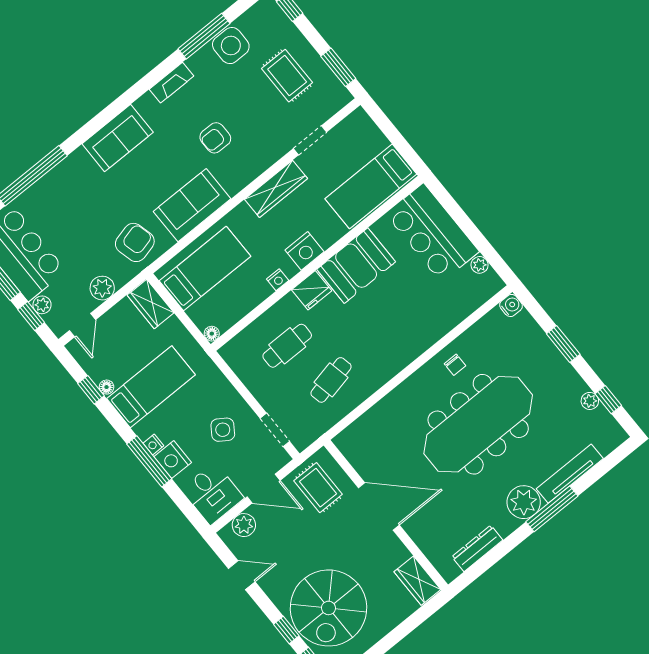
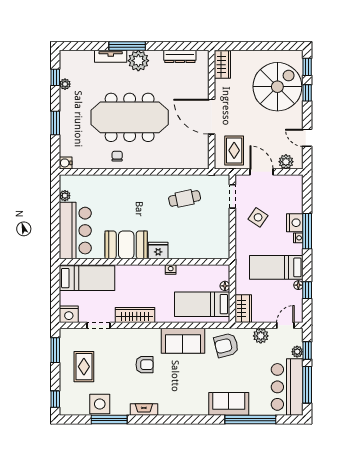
sofa: (118, 138) -> (229, 404), moved
nightstand: (305, 251) -> (69, 314), moved, turned 180
floor lamp: (212, 334) -> (225, 286), moved
cafe table: (287, 346) -> (192, 233), removed
tv unit: (570, 474) -> (111, 56), width x0.71
desk: (212, 494) -> (289, 190), removed

